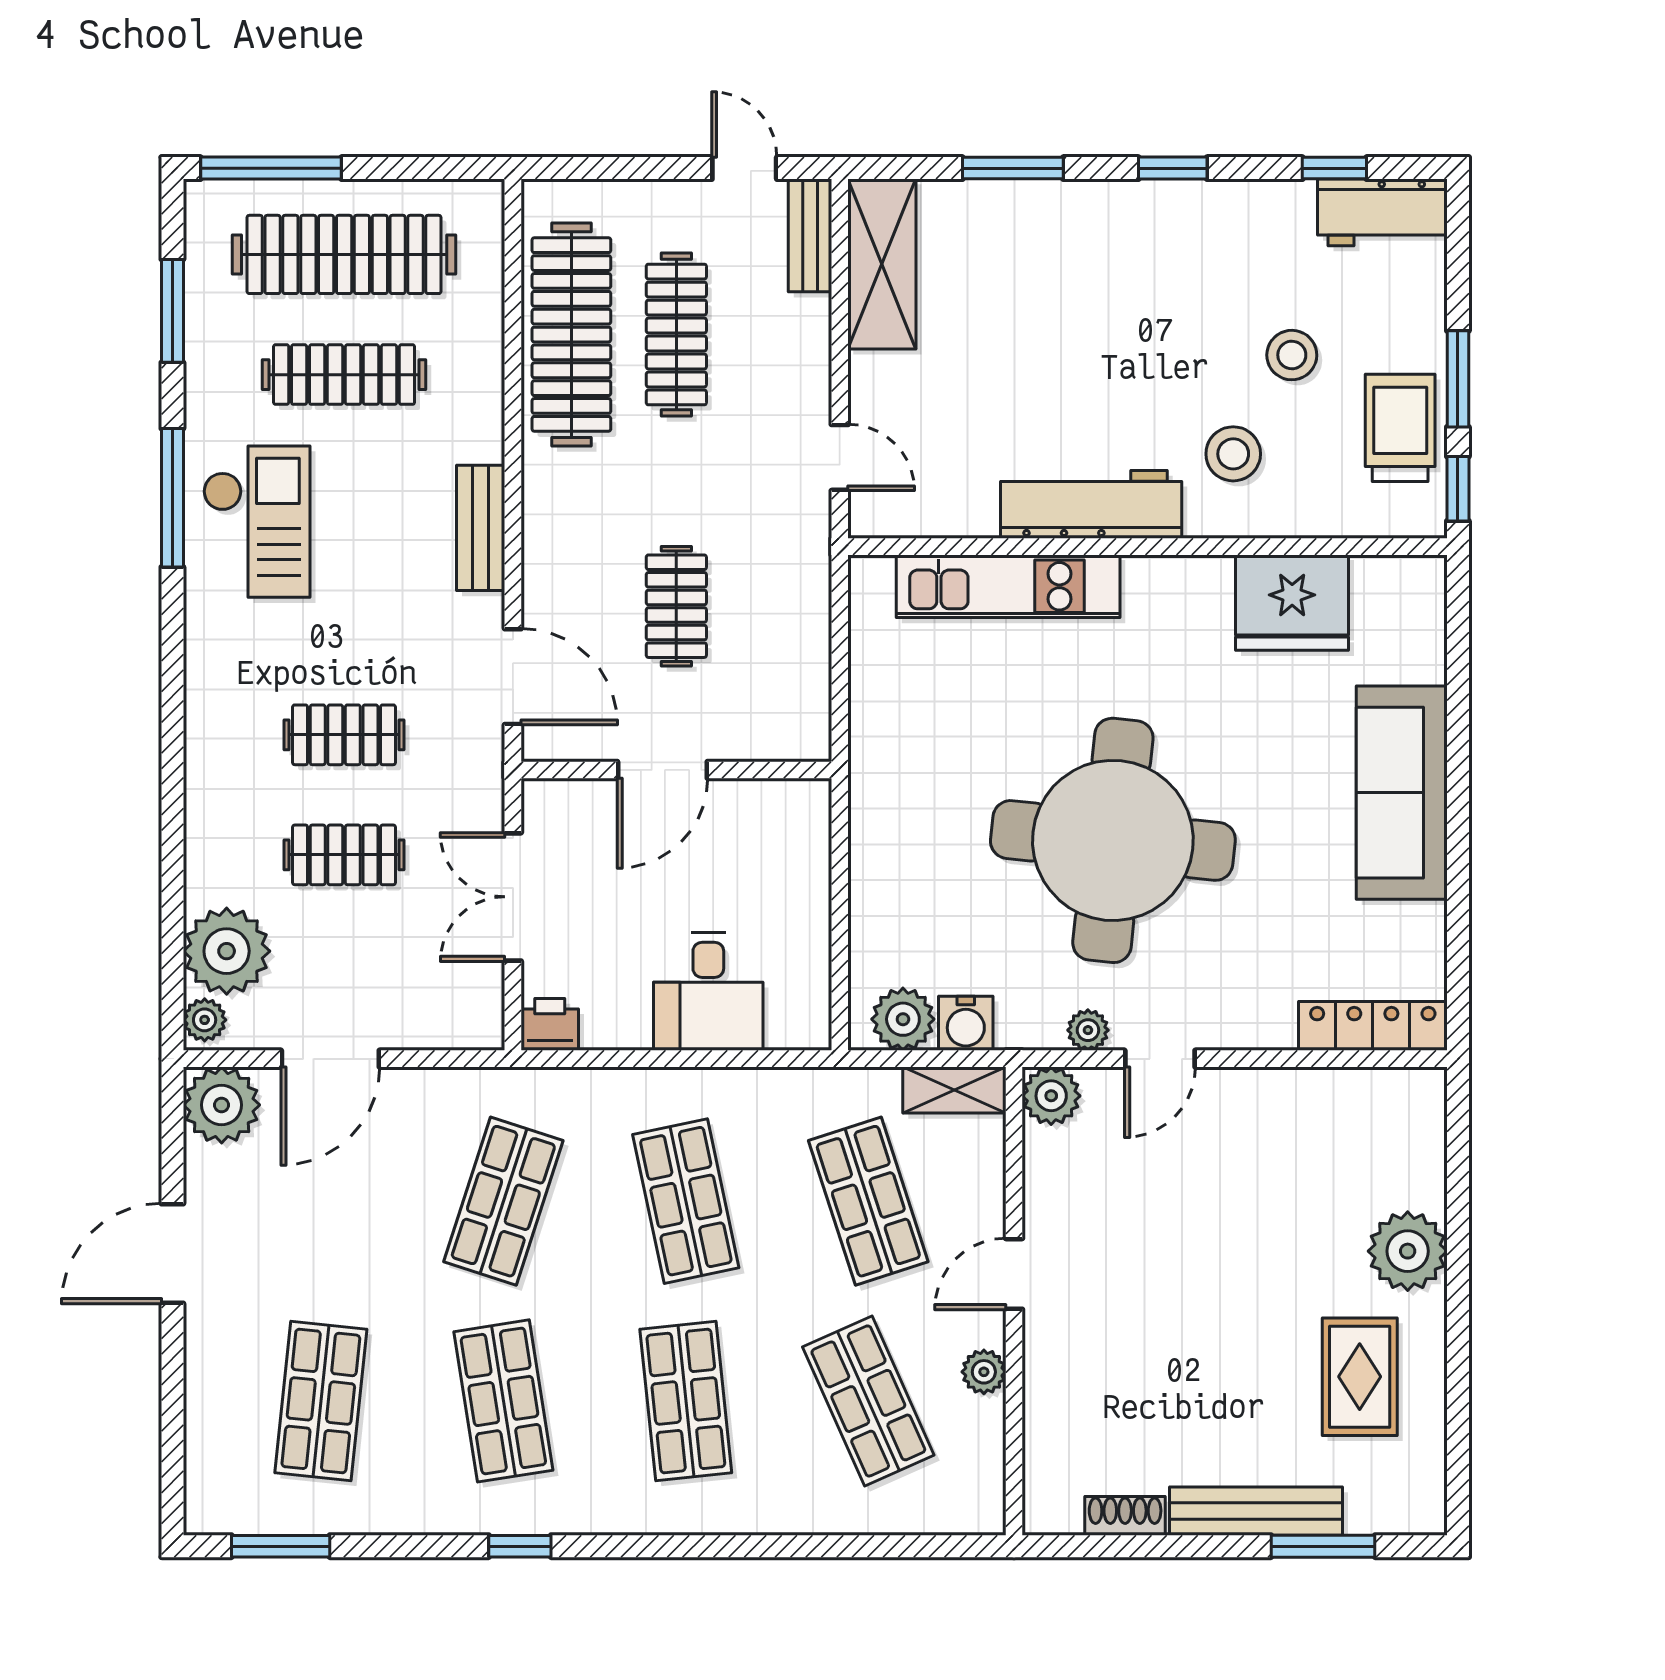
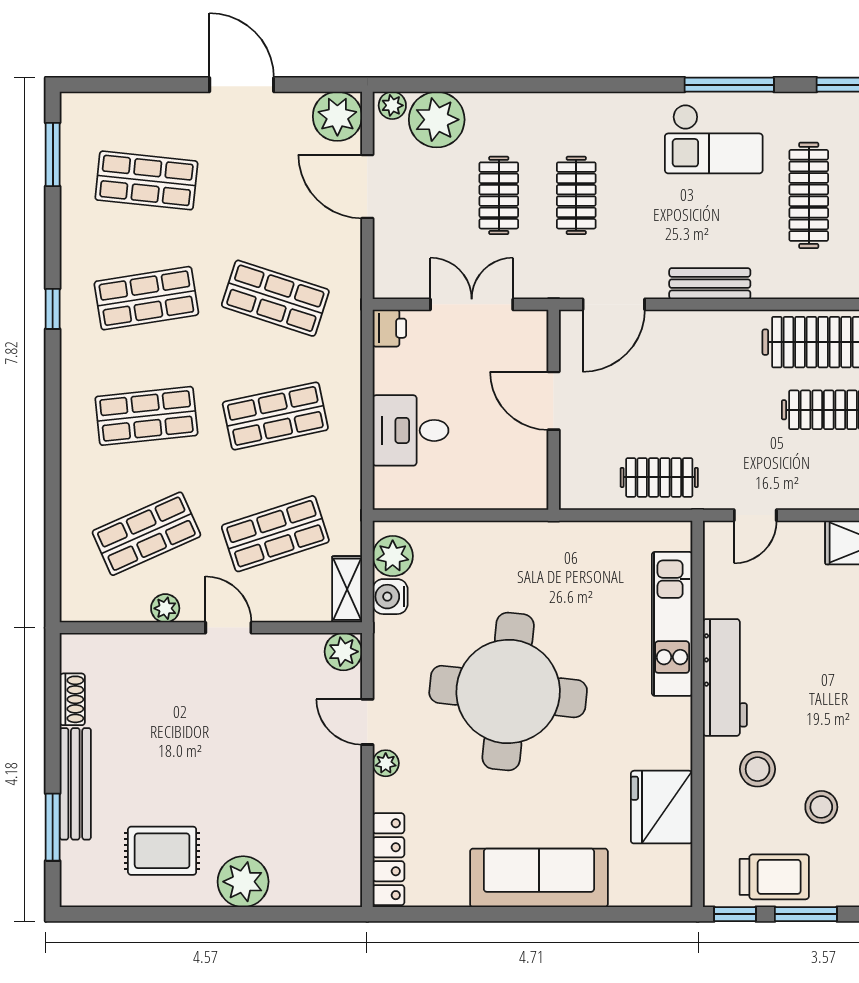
clothes rail: (676, 606) -> (659, 477), moved
plant: (1088, 1030) -> (386, 763), moved

